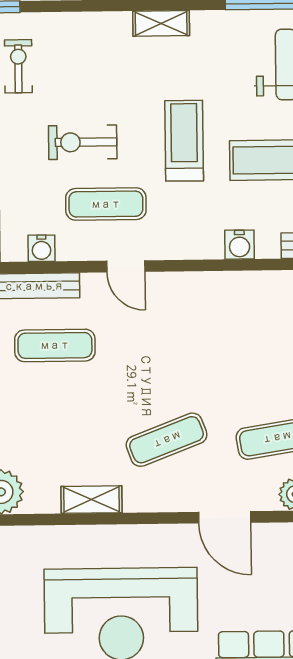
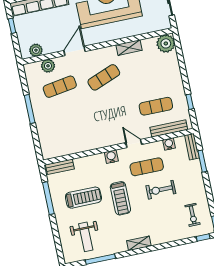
exercise bike: (83, 142) -> (161, 190), turned 180
water cooler: (240, 245) -> (111, 157), moved
door: (225, 517) -> (74, 51), hinge flipped

